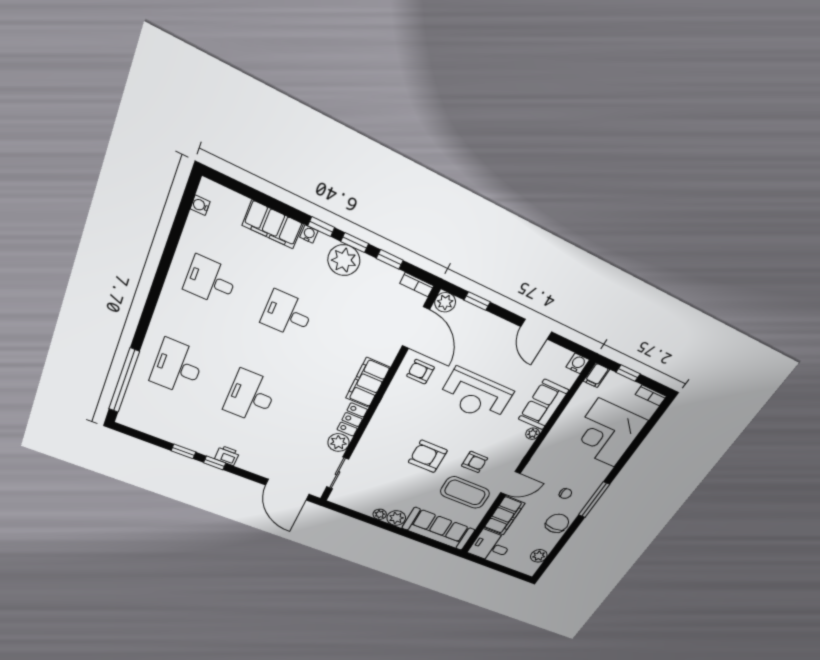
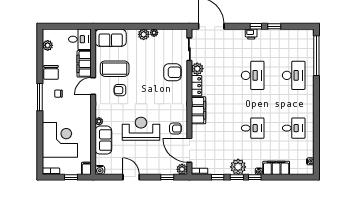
armchair: (428, 456) -> (172, 72), moved
sofa: (439, 529) -> (111, 38), width x0.73

